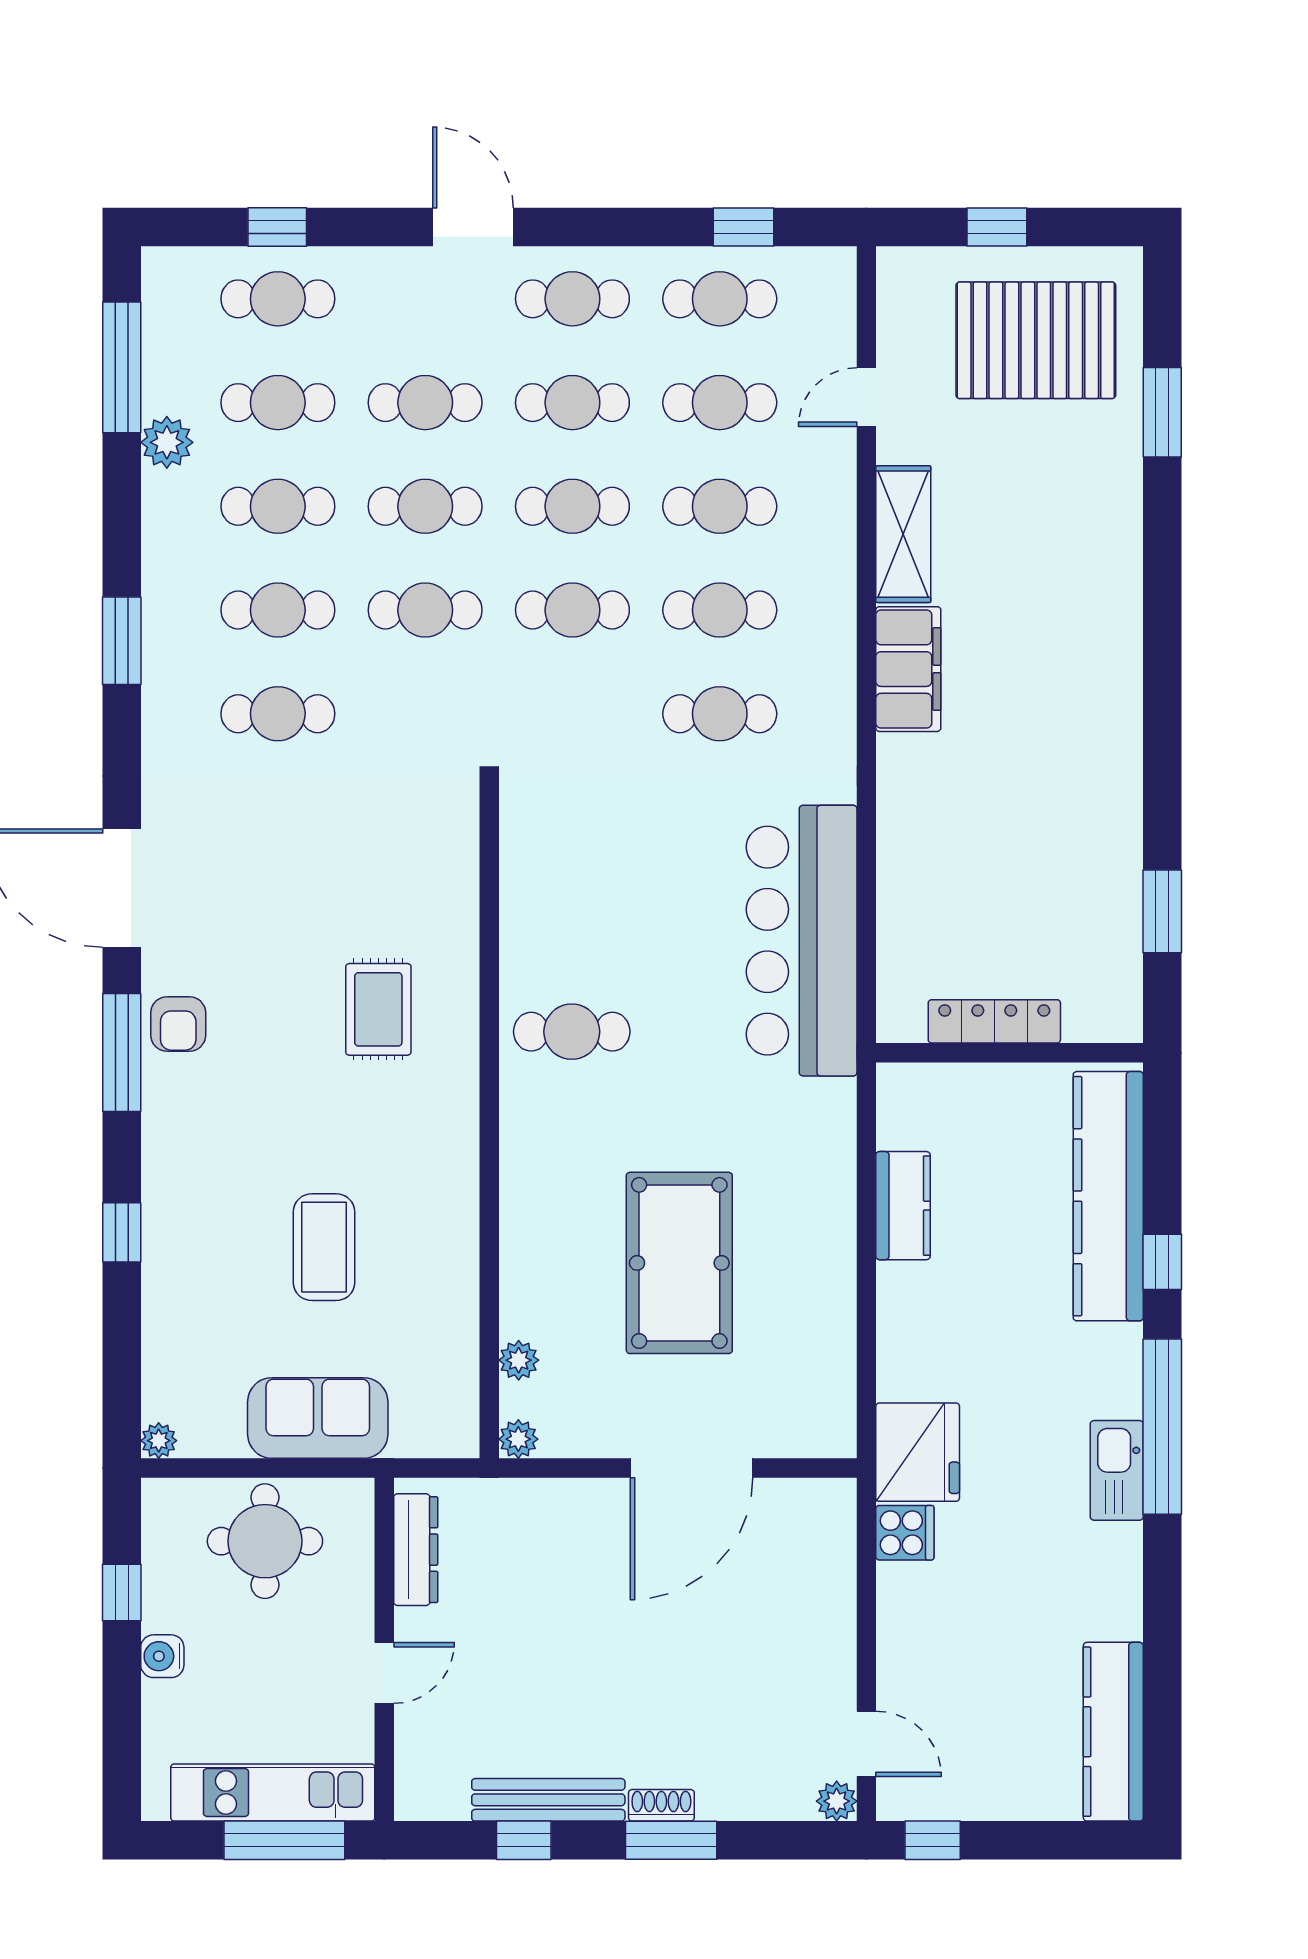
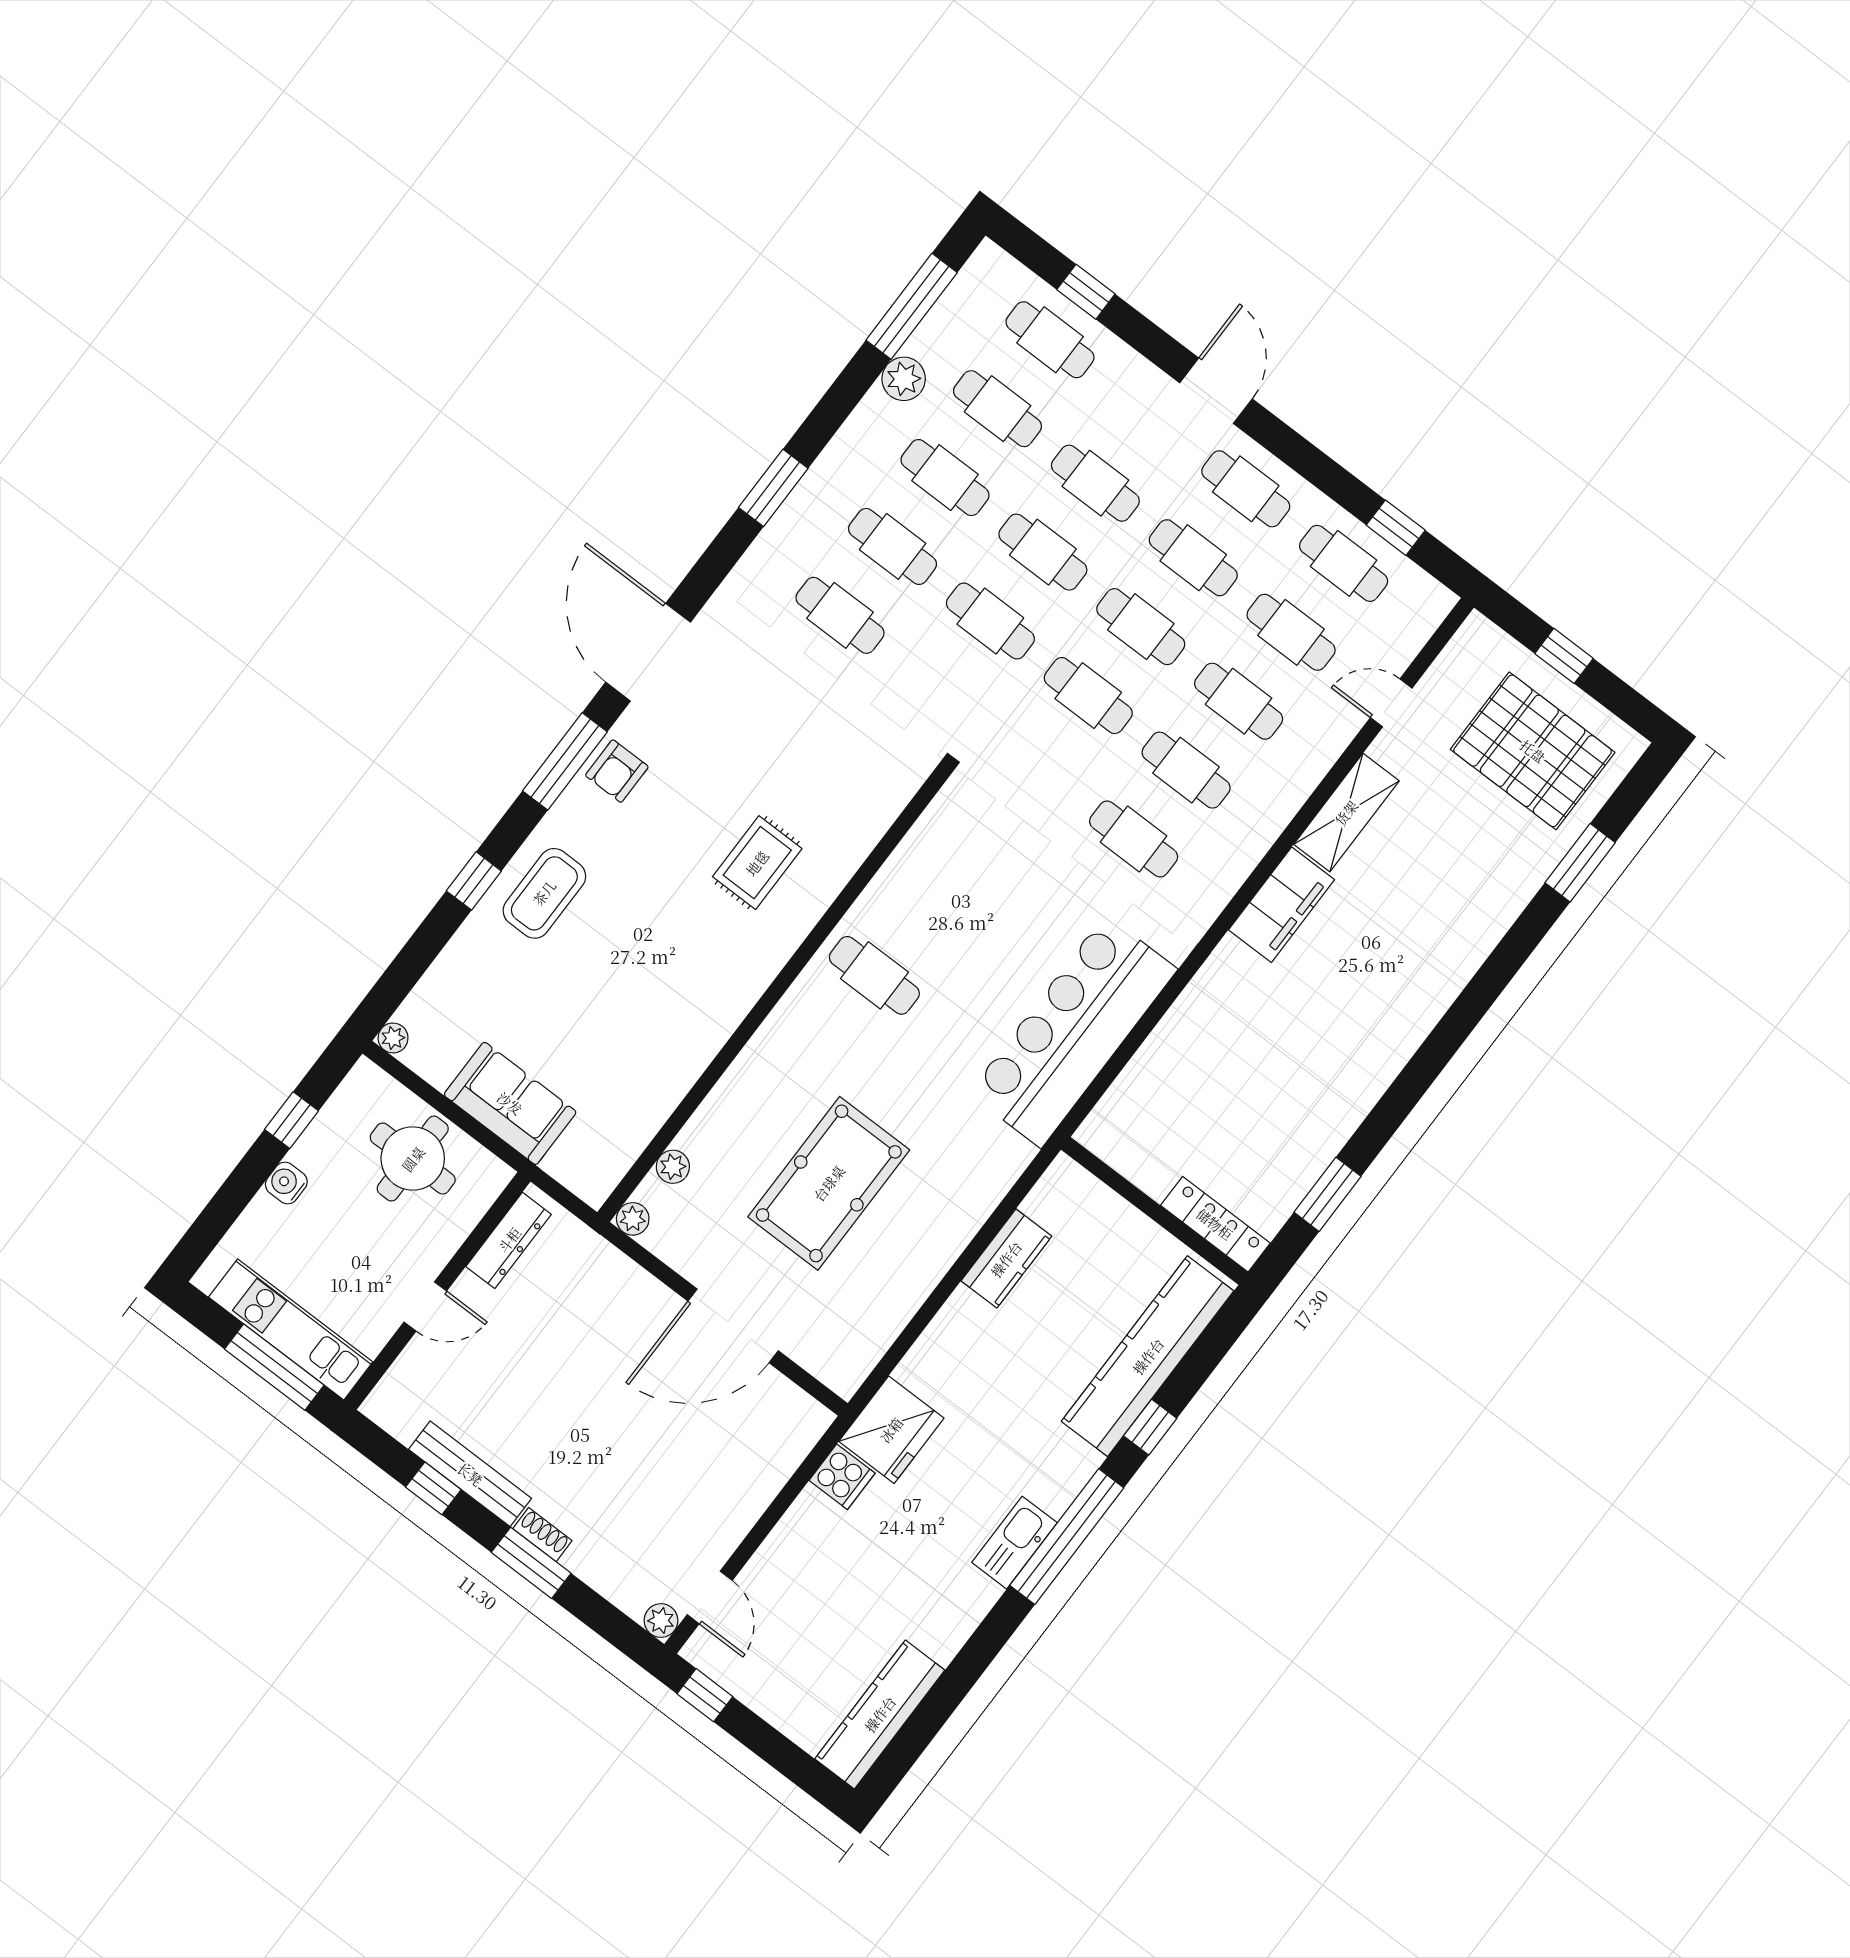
locker: (994, 1021) -> (1215, 1224), moved
coffee table: (324, 1247) -> (544, 893), moved

